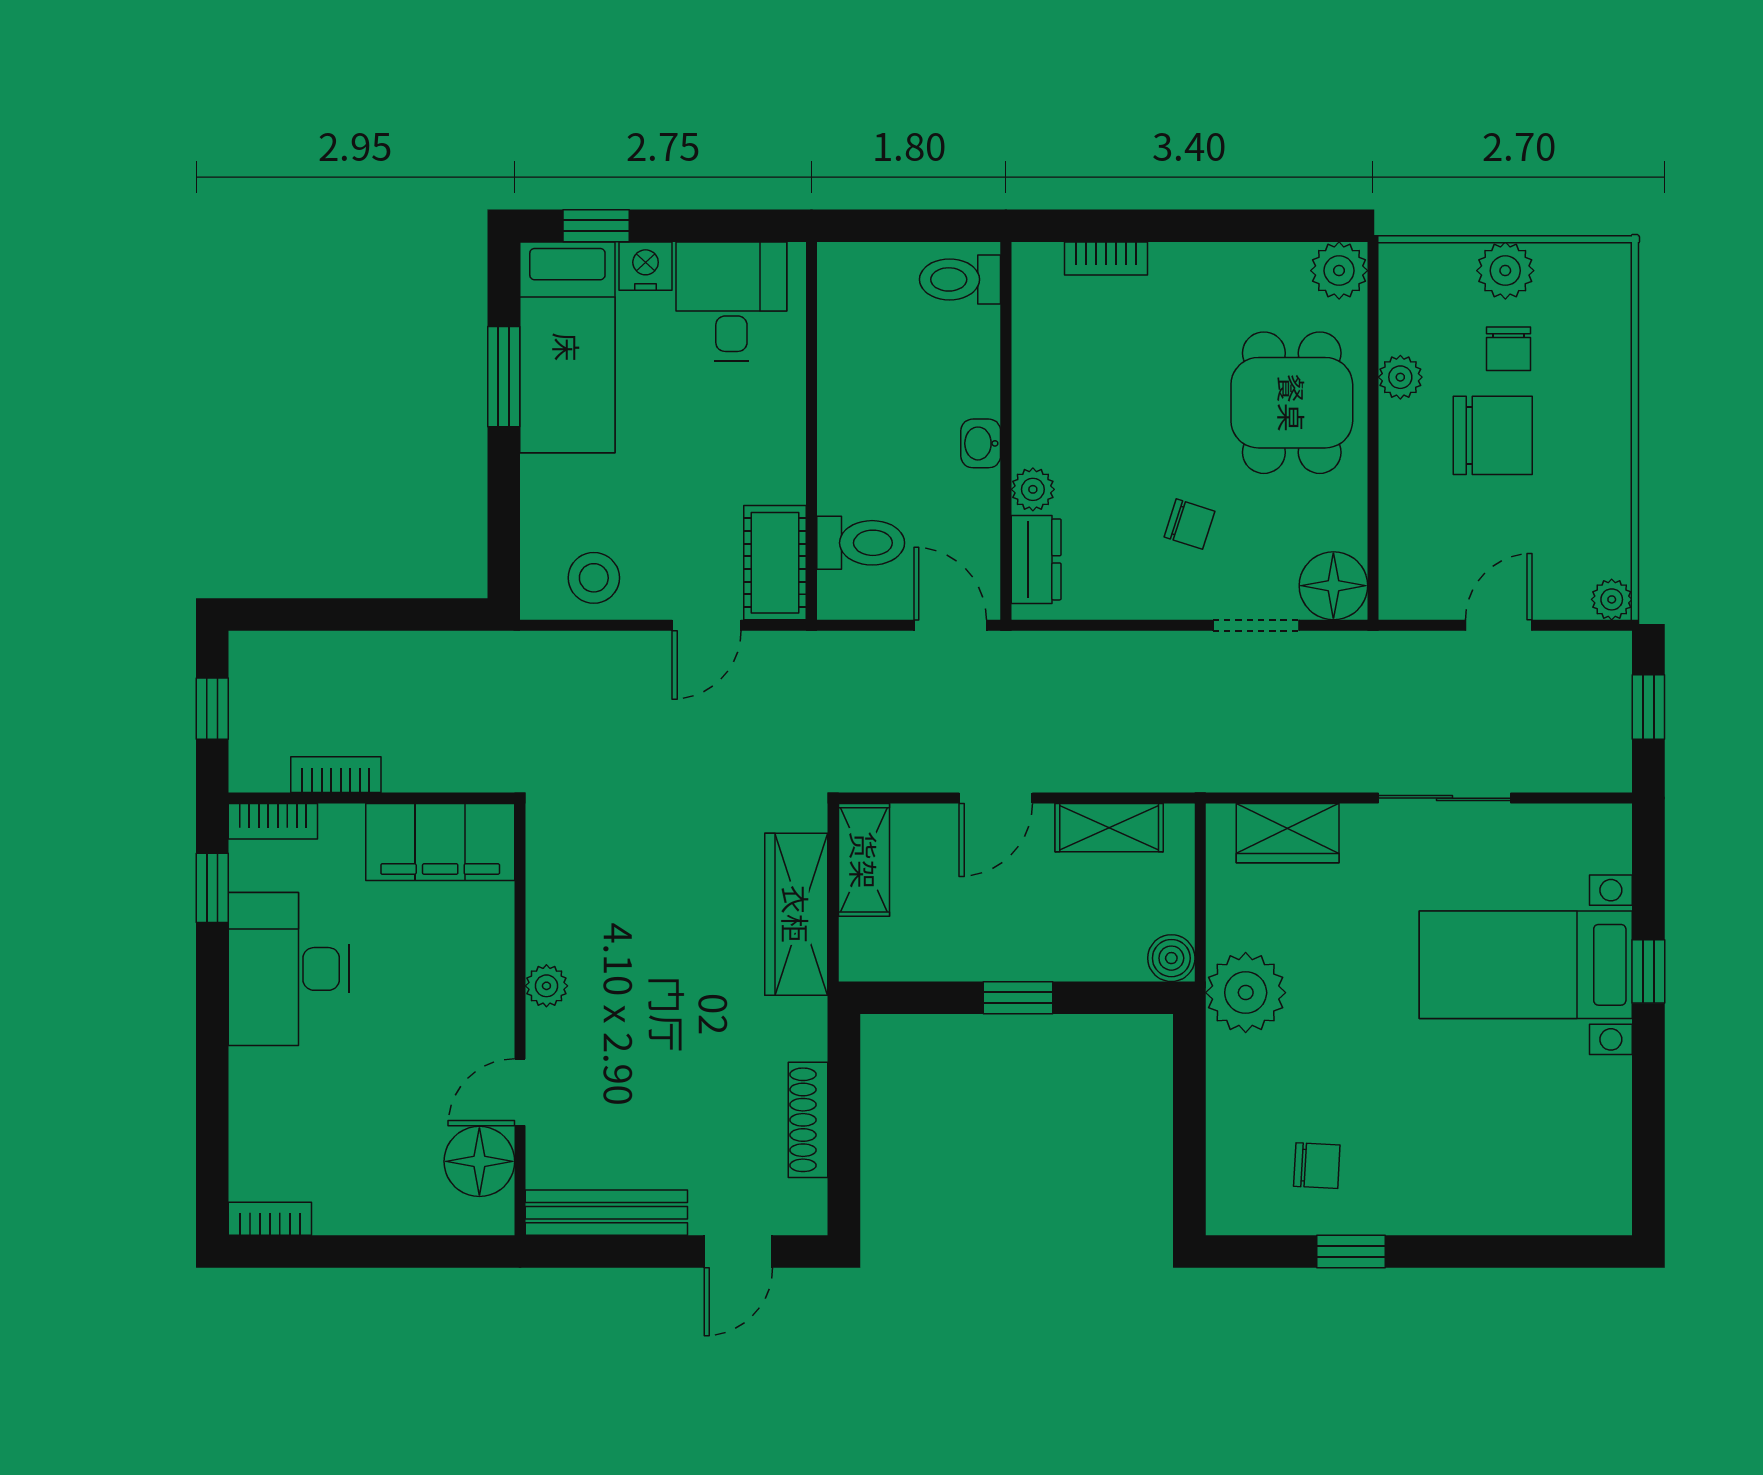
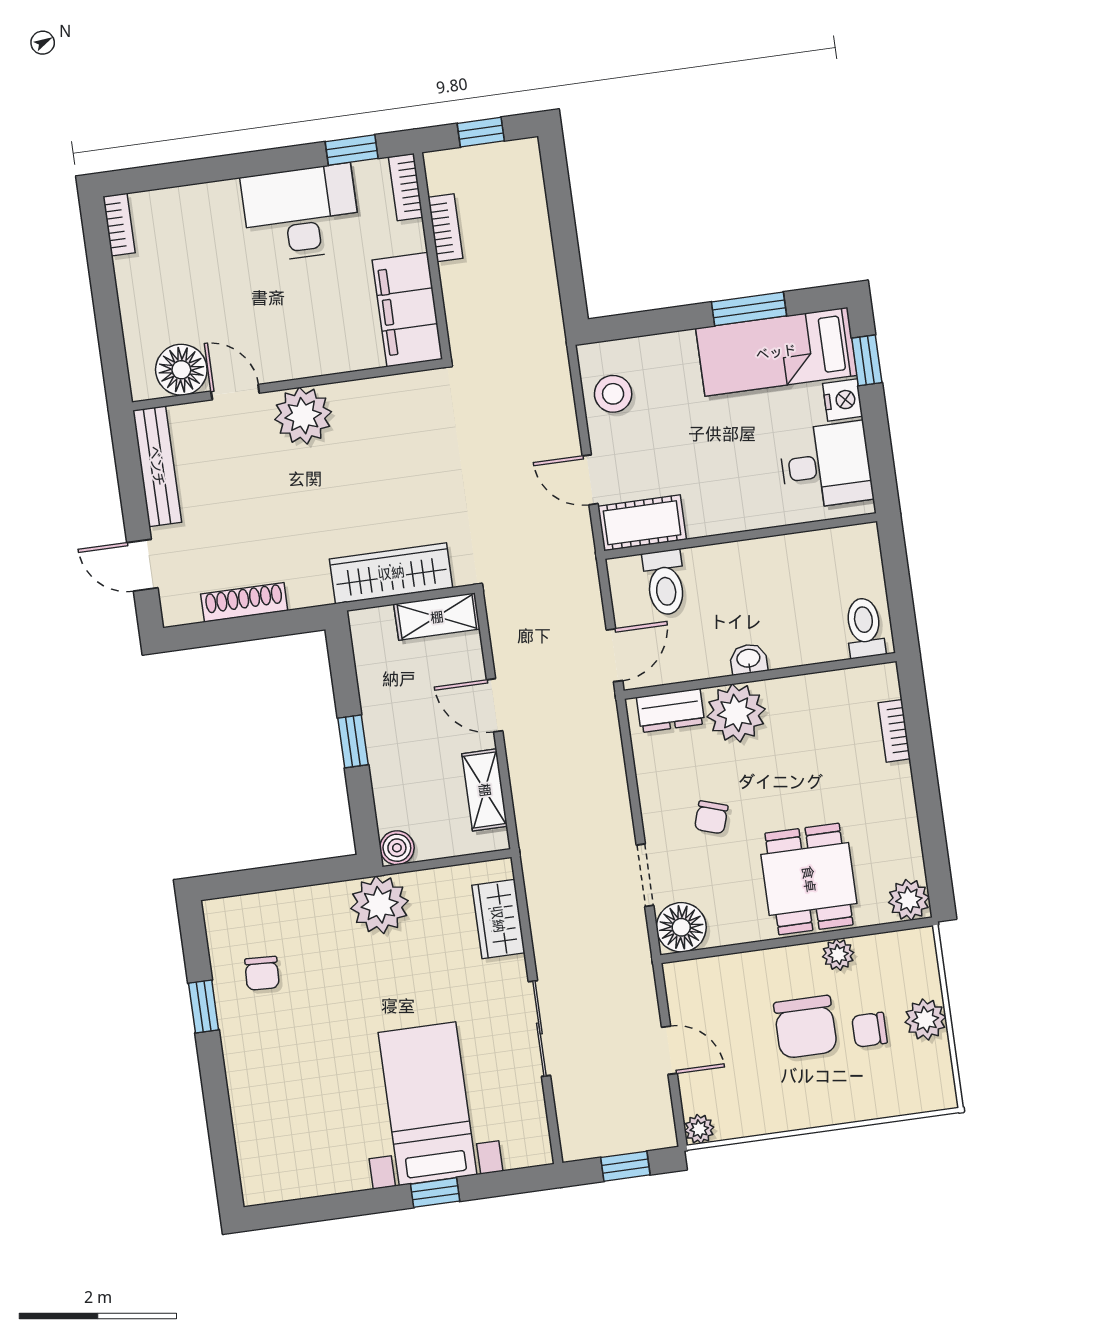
dining table: (1292, 403) -> (809, 879), turned 90
plant: (1033, 489) -> (736, 713), width x1.88, depth x1.88
plant: (546, 986) -> (303, 416), width x1.87, depth x1.87

